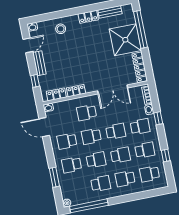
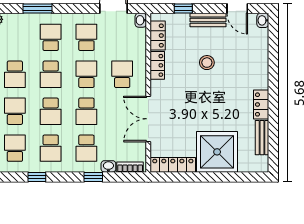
stool: (61, 29) -> (207, 63), moved
window: (140, 29) -> (228, 177), removed

